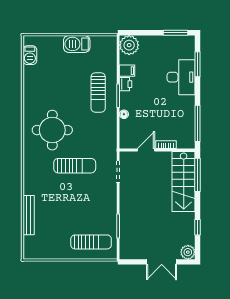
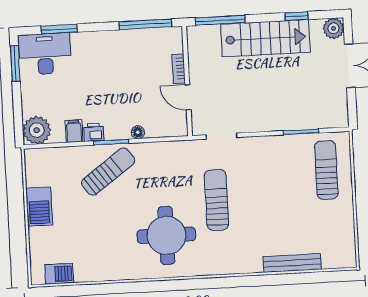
desk: (181, 77) -> (45, 54), moved
sun lounger: (98, 93) -> (108, 172), turned -36
stairs: (184, 181) -> (265, 38), moved

